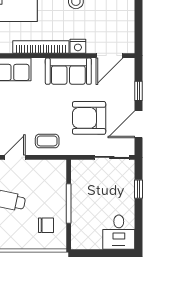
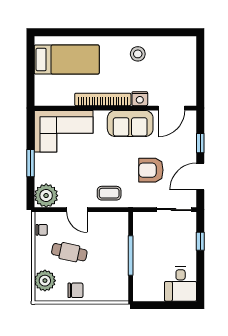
armchair: (89, 118) -> (151, 170), width x0.73, depth x0.73
door: (15, 157) -> (77, 210), swing flipped
chair: (46, 225) -> (75, 290), moved

